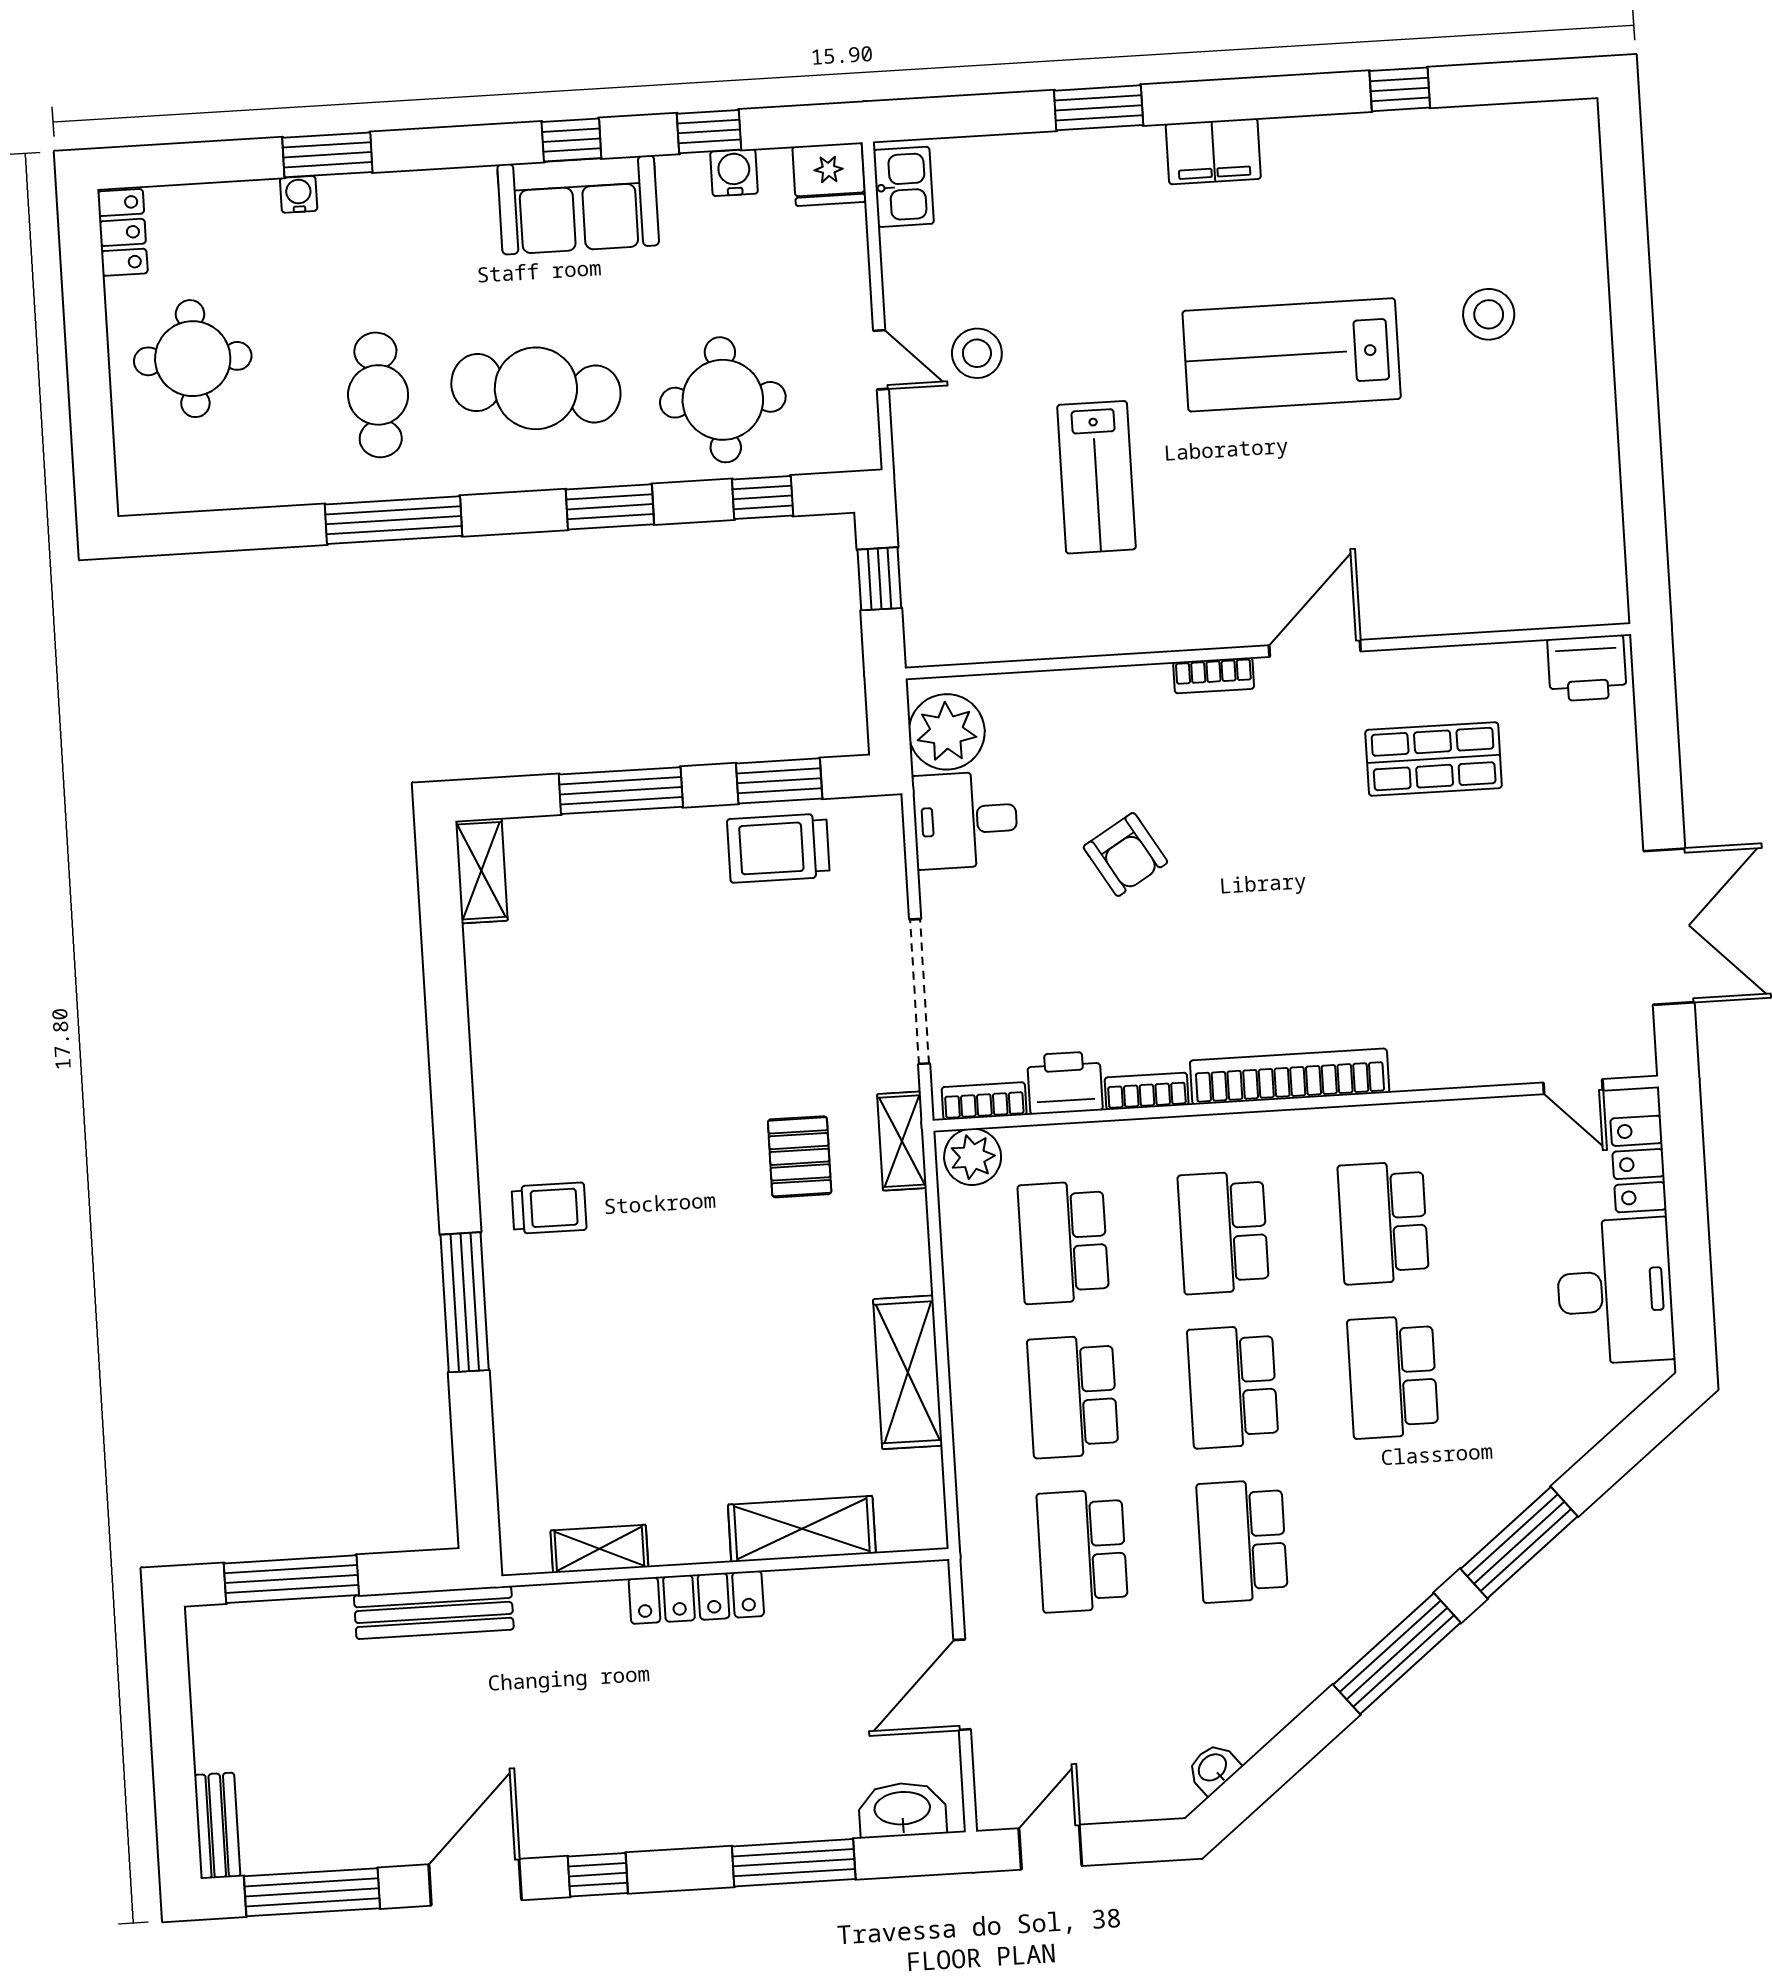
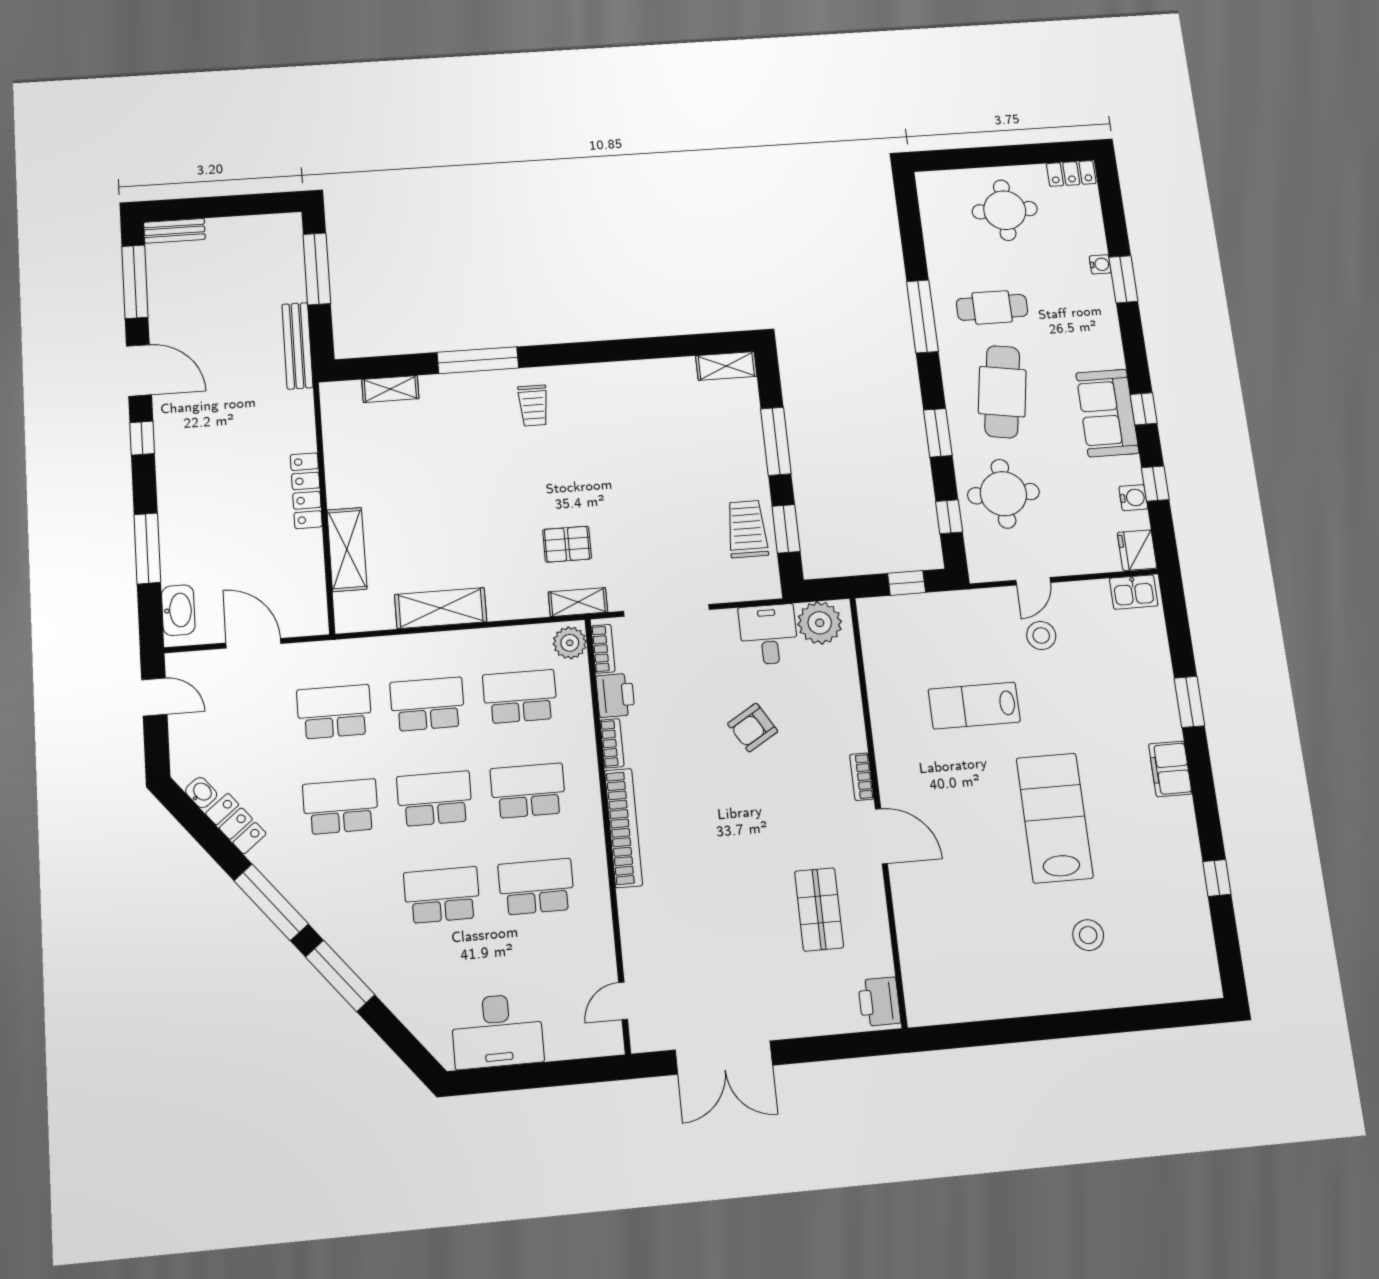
locker: (1638, 1164) -> (236, 824), moved, turned 51
shelving: (599, 1549) -> (390, 389), moved, turned 90

